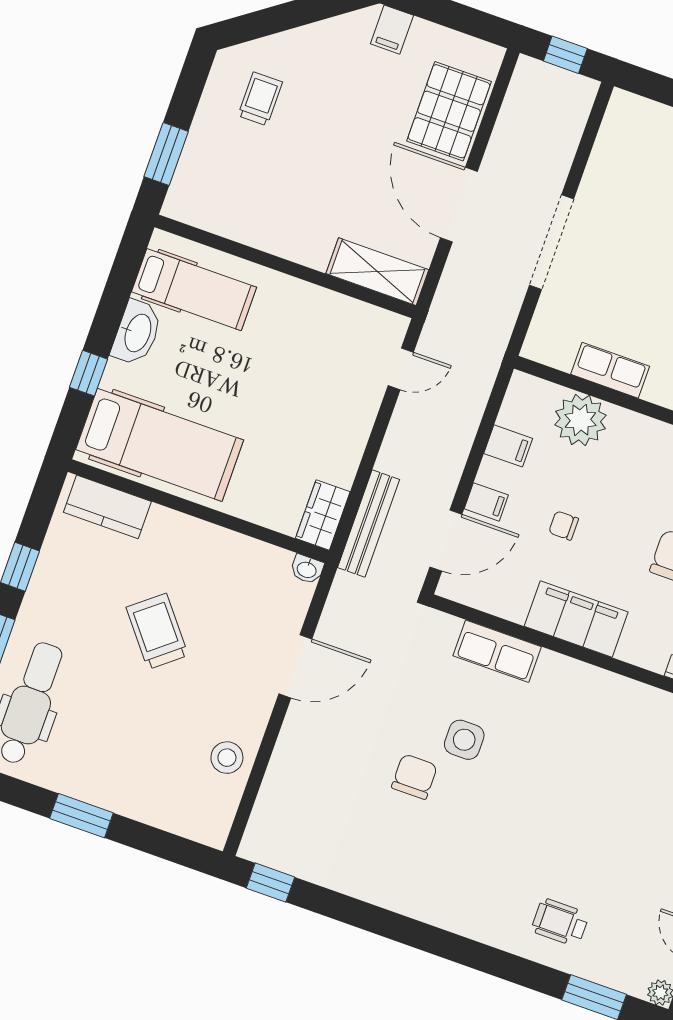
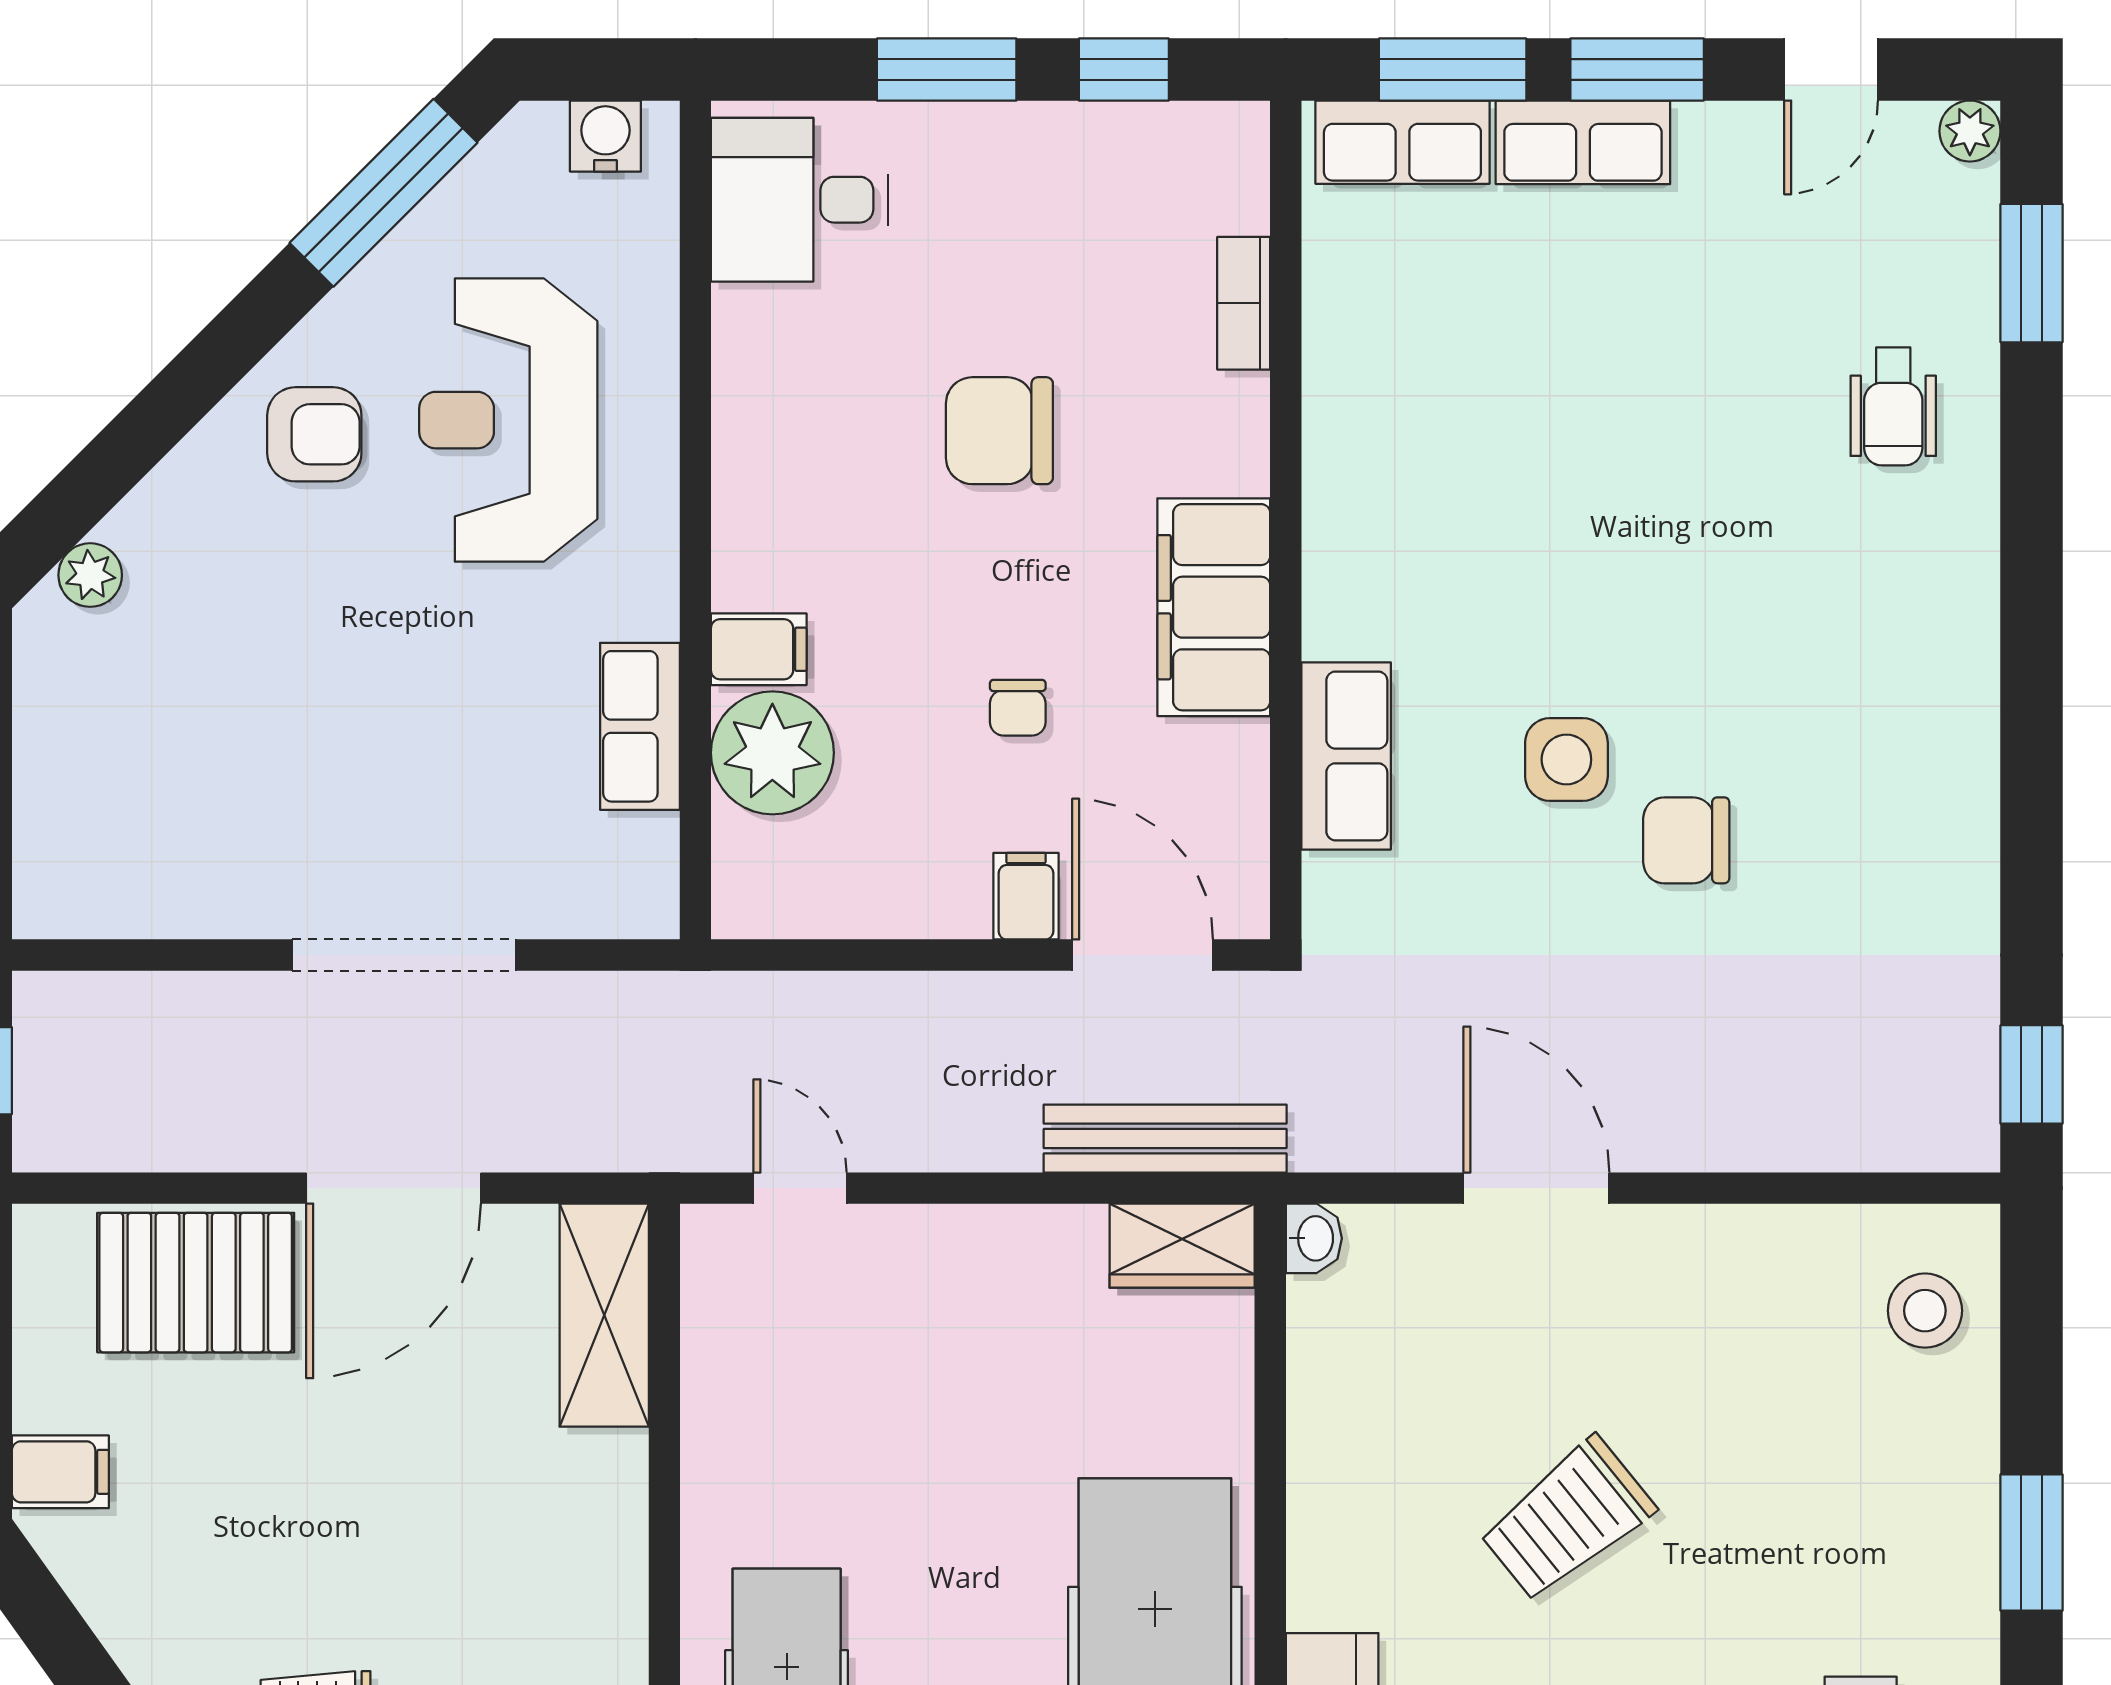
filing cabinet: (508, 446) -> (759, 649), moved, turned 90
stool: (227, 758) -> (1925, 1311), moved

